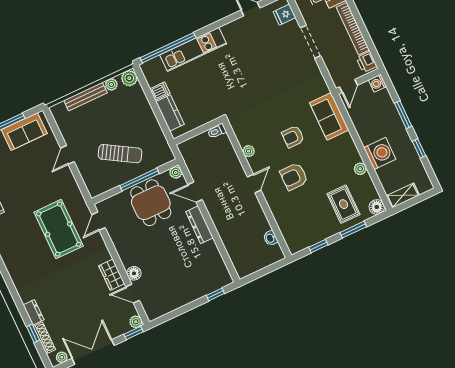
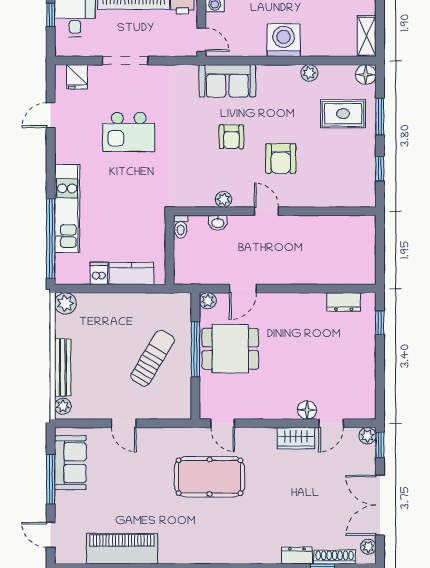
kitchen island: (264, 67) -> (129, 132), added
plant: (111, 84) -> (63, 406), moved
washing machine: (380, 153) -> (284, 40), moved
dresser: (199, 225) -> (344, 302), moved, width x0.70
washbasin: (270, 238) -> (218, 223), moved

